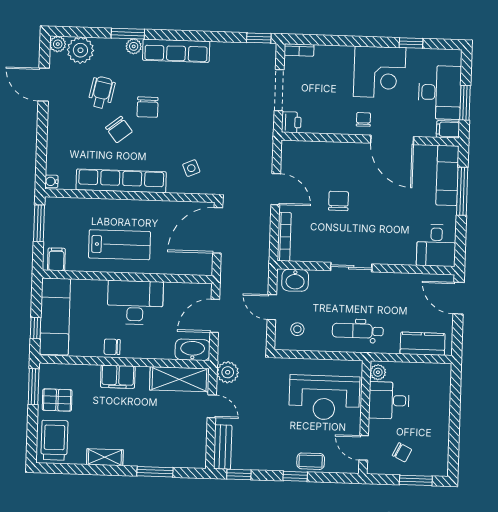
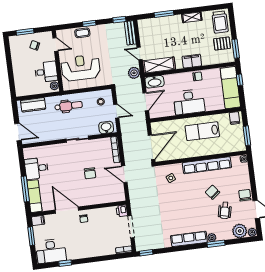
corner desk: (380, 72) -> (79, 245), removed
desk: (440, 92) -> (51, 251), moved, turned -90
chair: (148, 107) -> (245, 195), moved
desk: (436, 245) -> (36, 168), moved, turned -90

